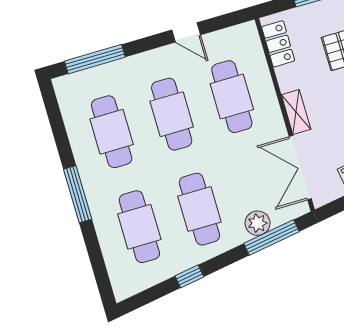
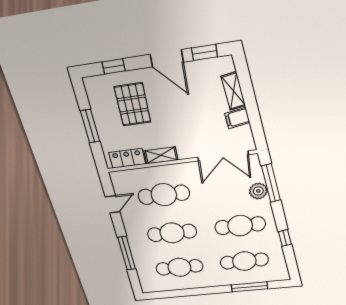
door: (186, 32) -> (113, 204), moved
window: (95, 59) -> (127, 253), moved
shelving: (296, 112) -> (161, 155), moved
window: (78, 194) -> (249, 287), moved

